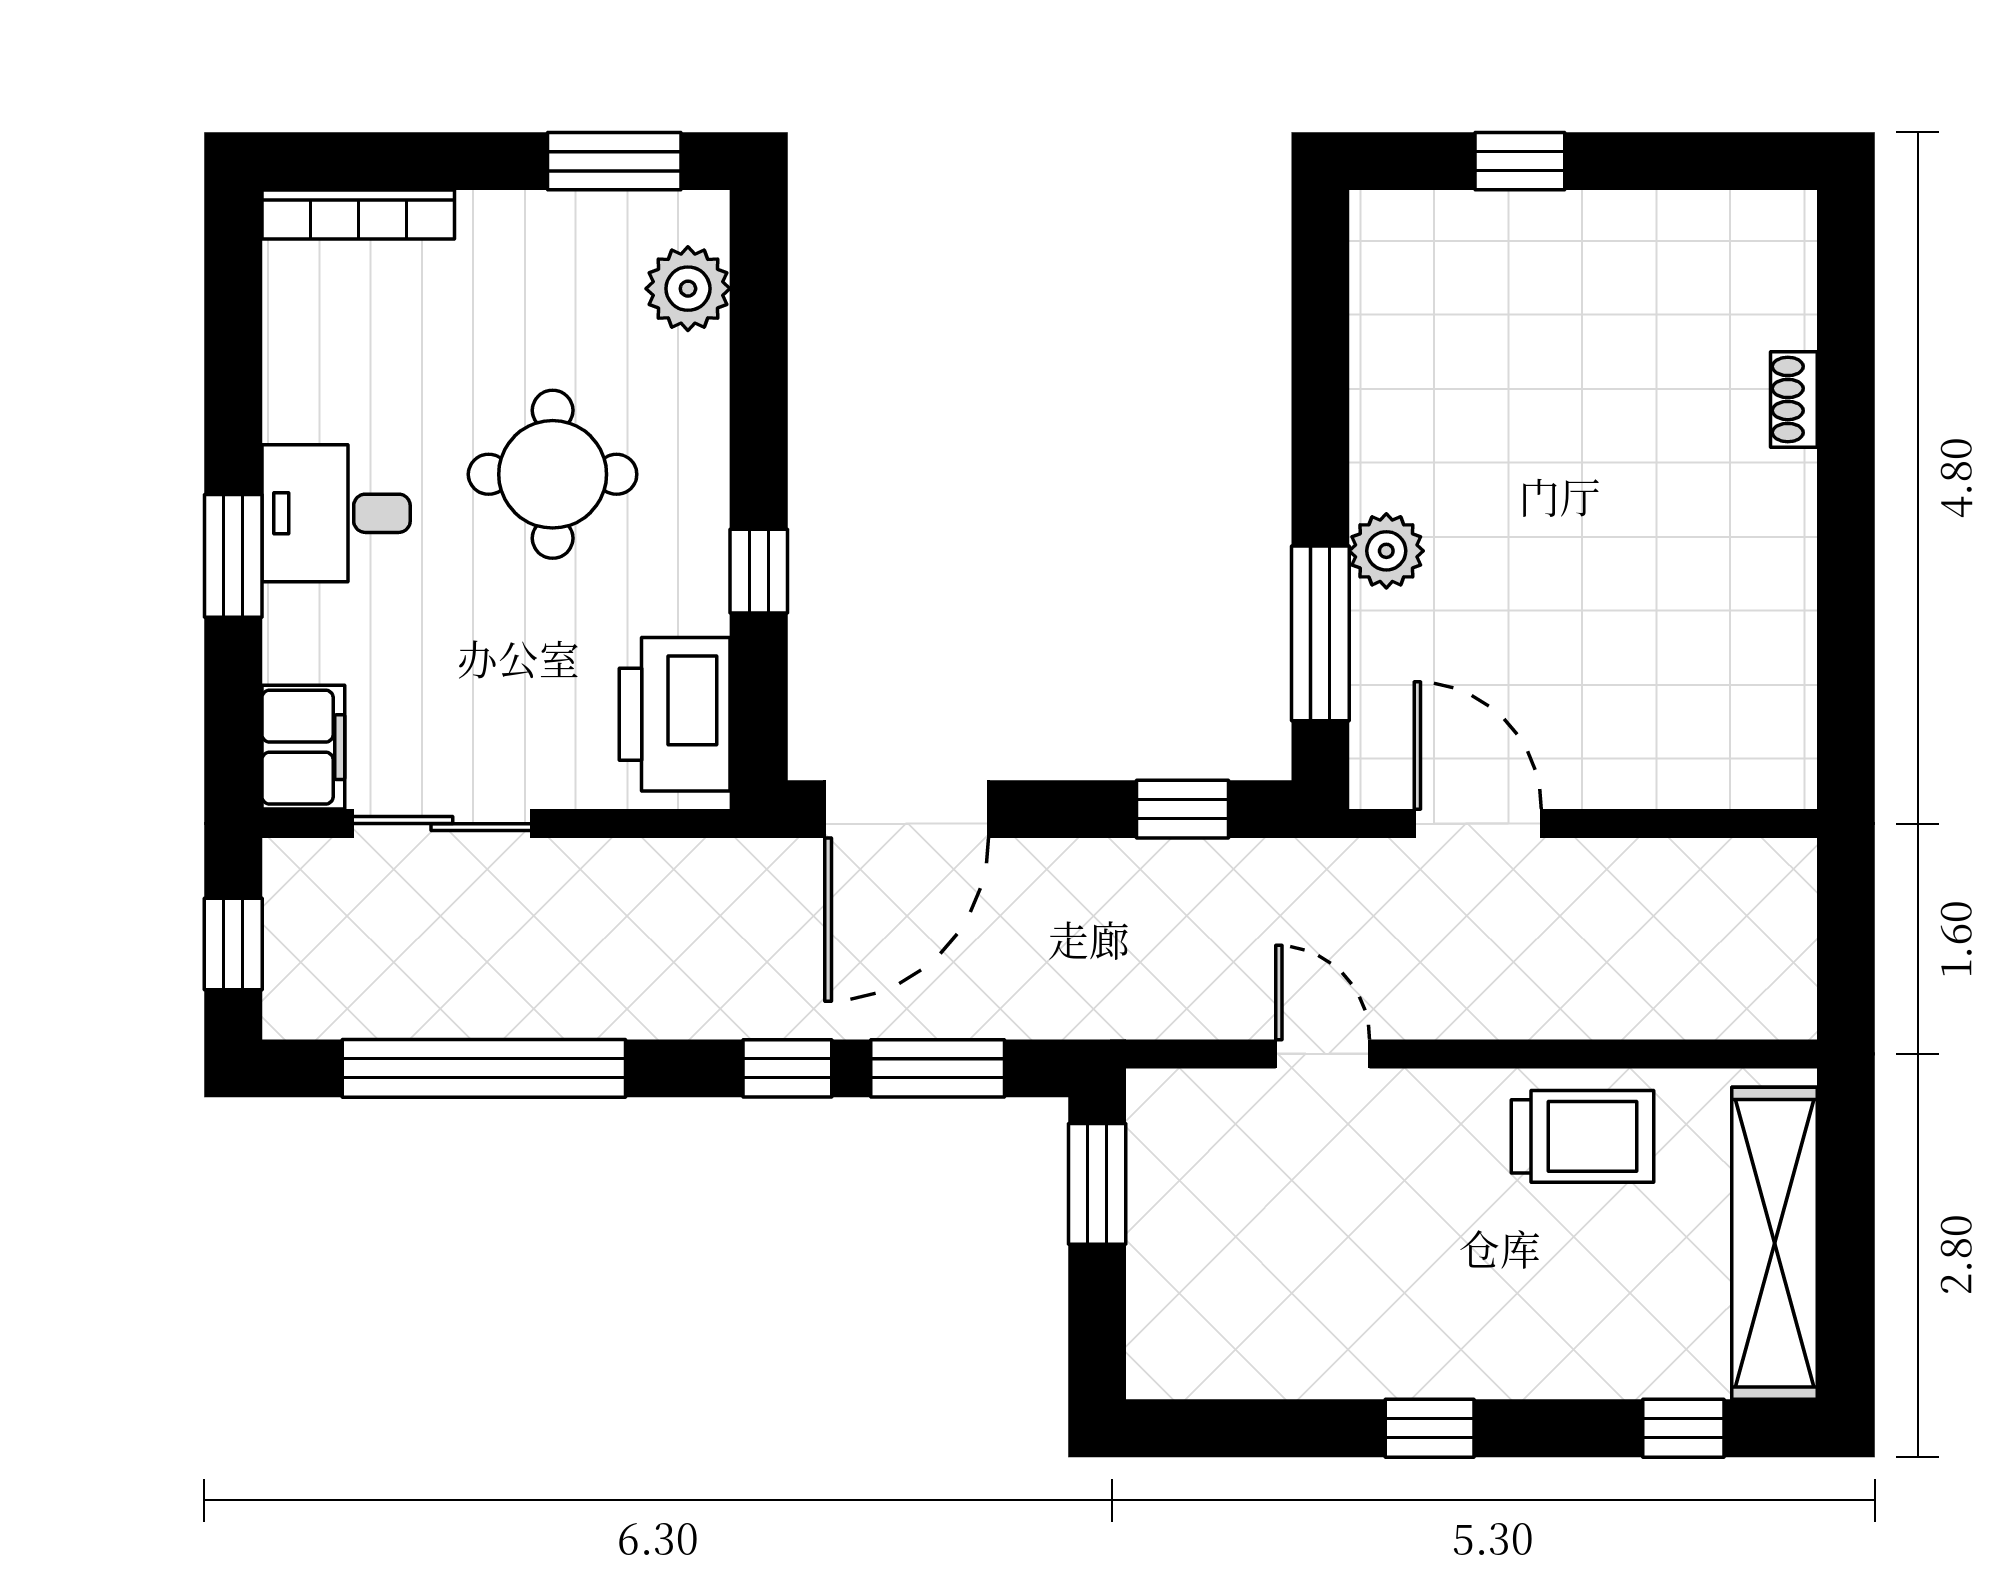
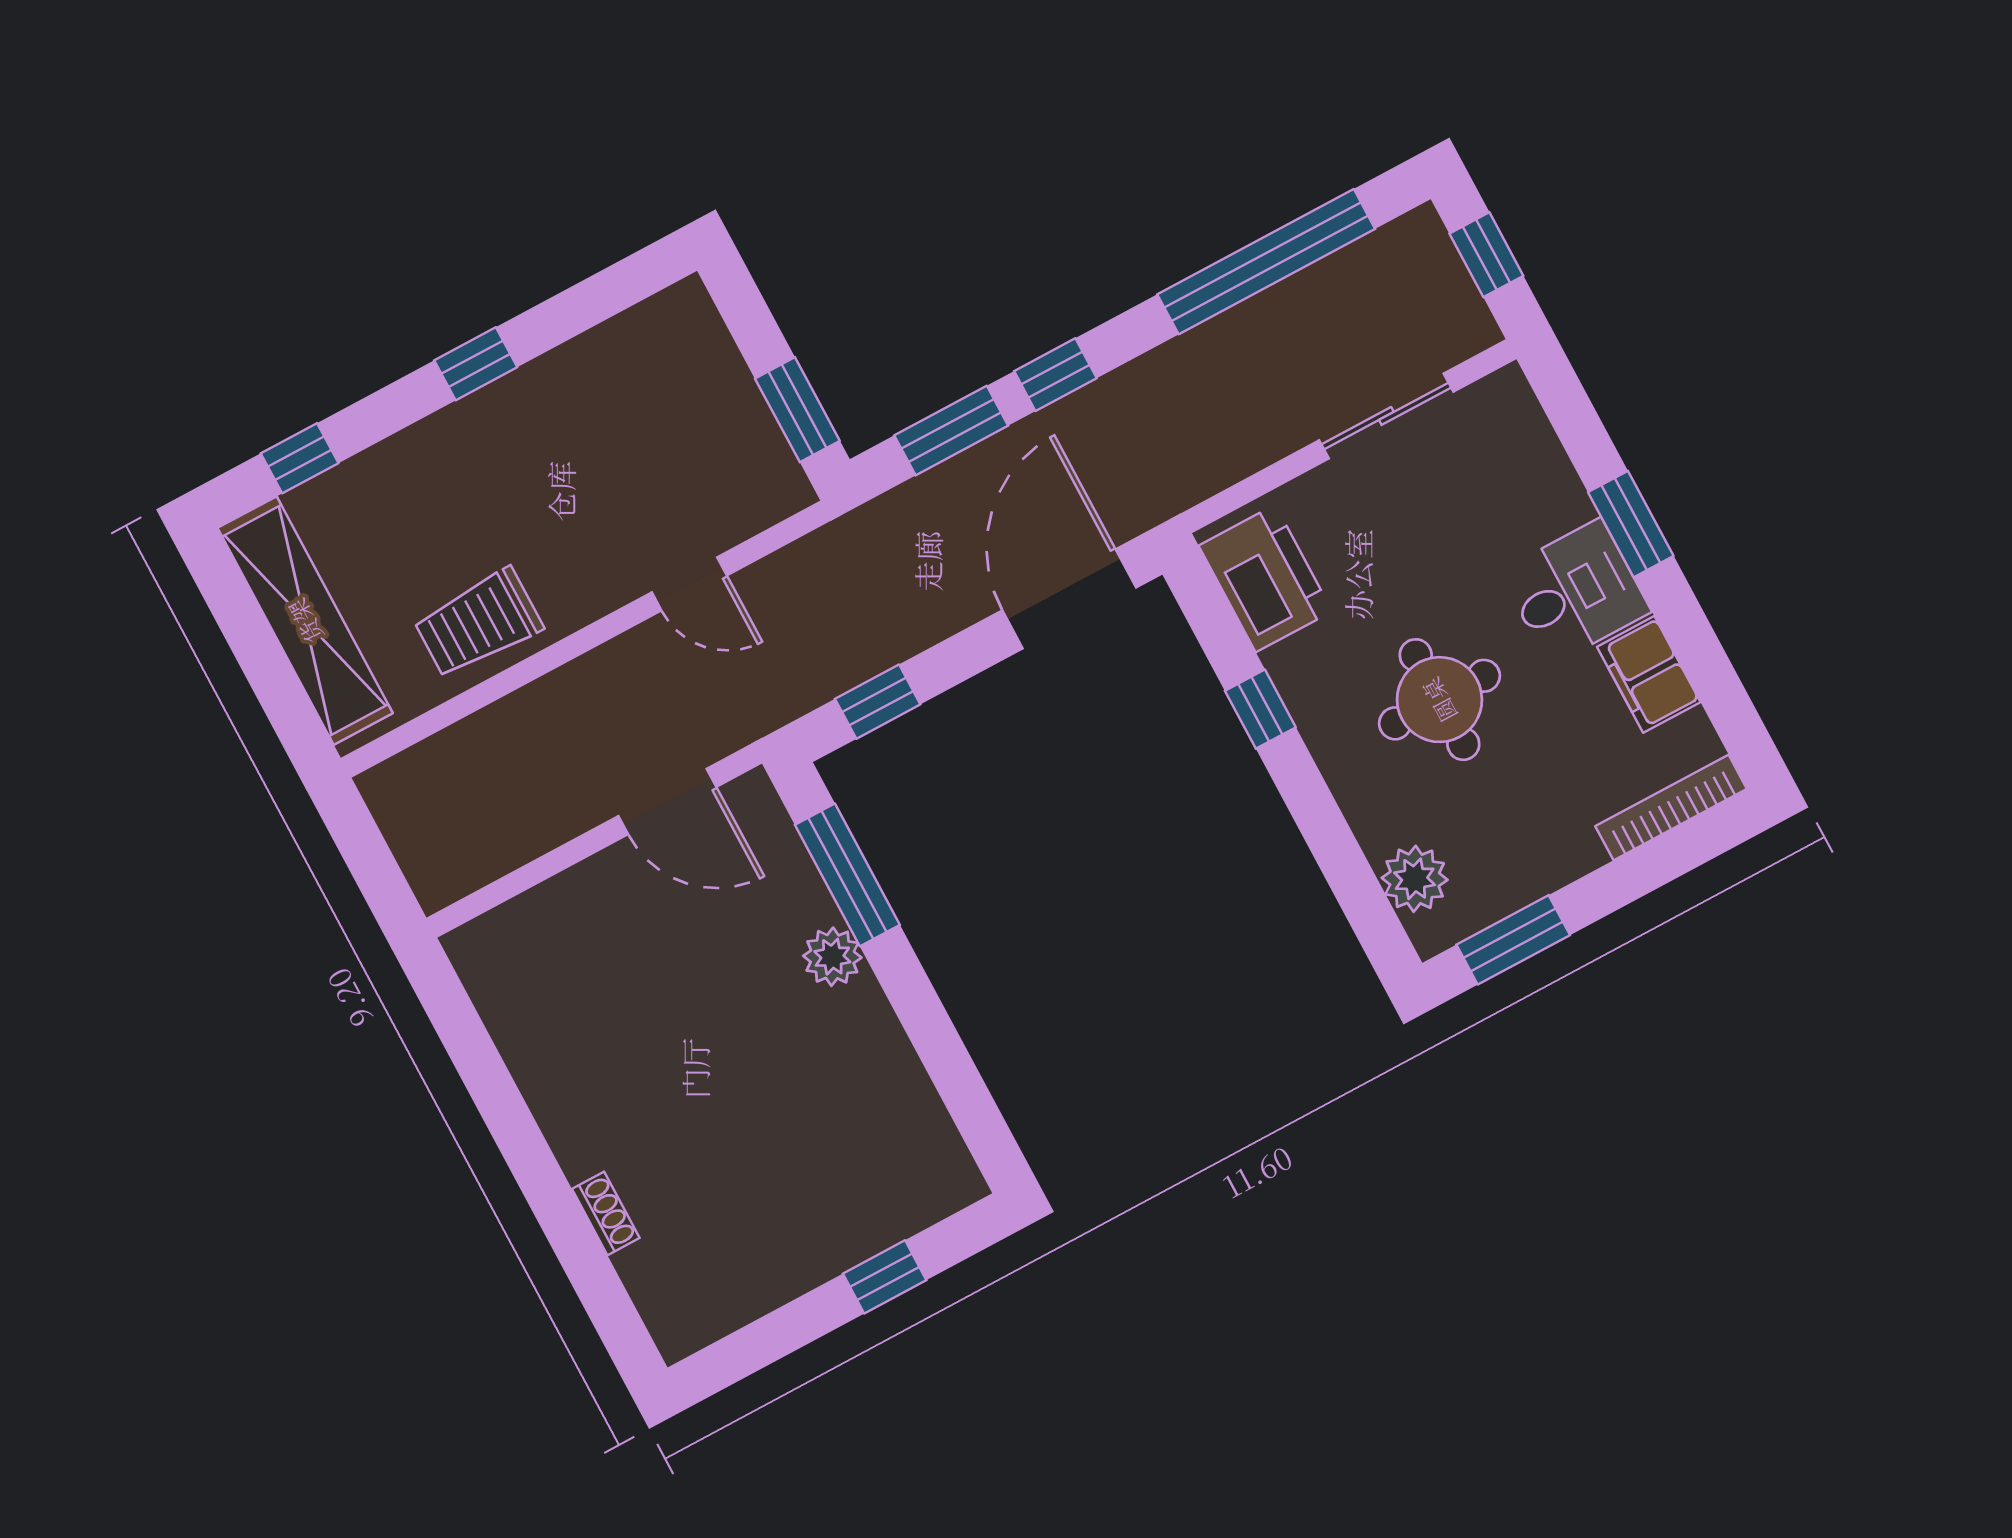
filing cabinet: (303, 747) -> (1649, 674), moved

